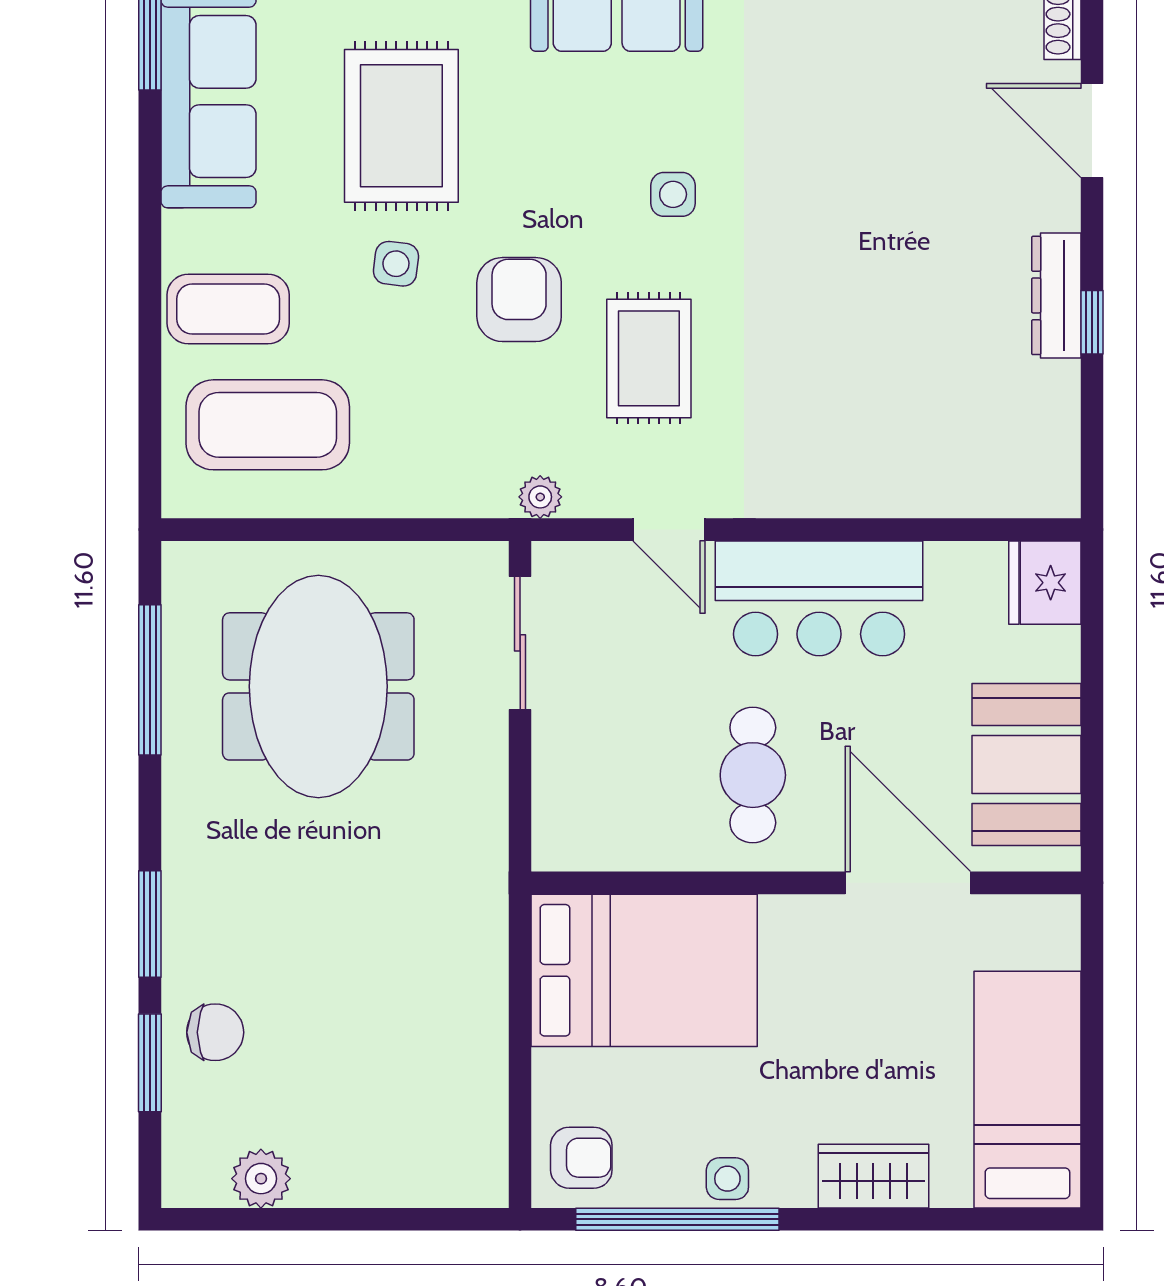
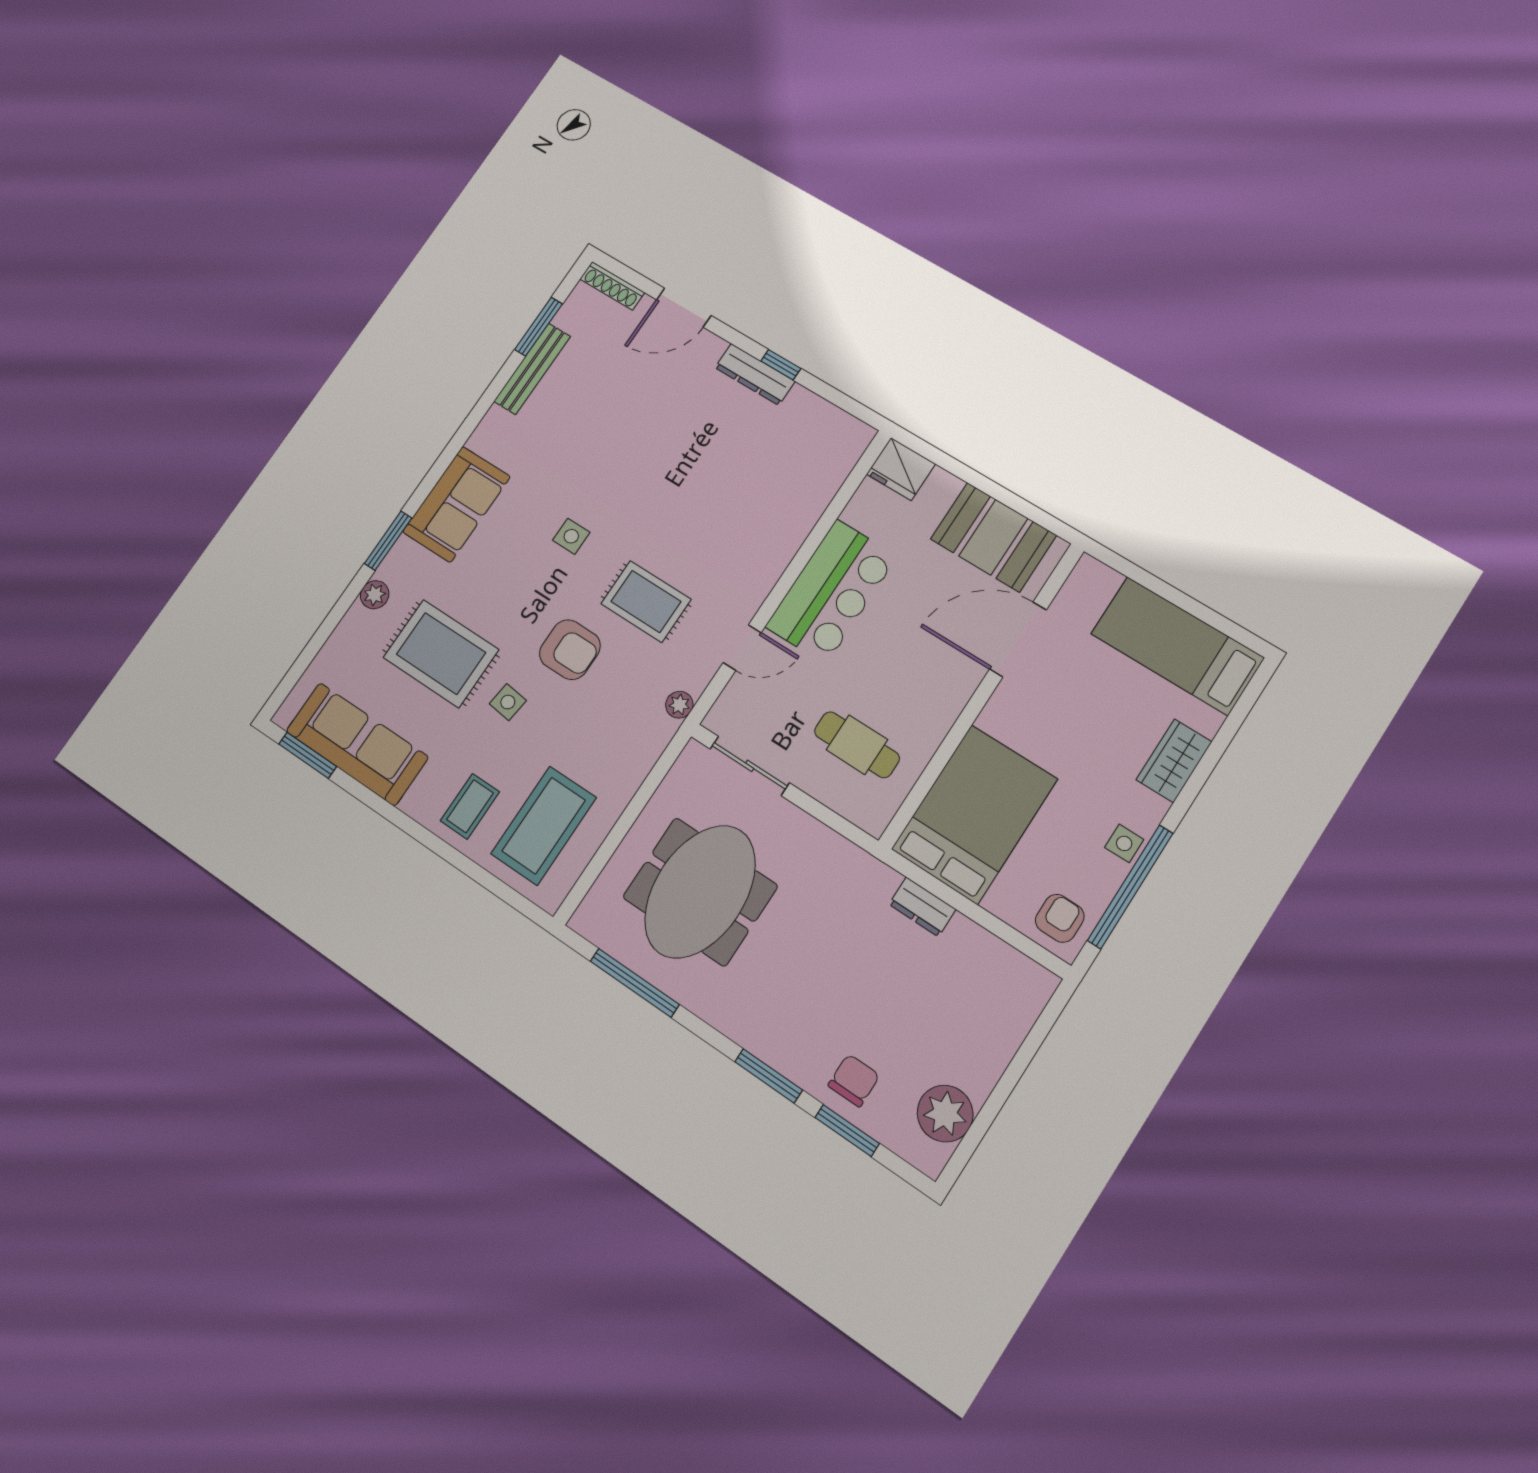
armchair: (519, 300) -> (570, 650), turned 180
coffee table: (228, 309) -> (470, 806), width x0.73, depth x0.77
meeting table: (318, 686) -> (700, 892), turned 90
cafe table: (753, 775) -> (857, 745), moved
dresser: (484, 980) -> (922, 907), added
plant: (261, 1179) -> (945, 1114), width x1.36, depth x1.36

